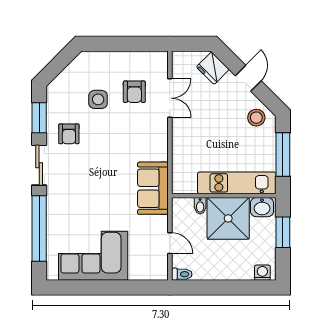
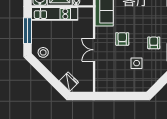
door: (248, 78) -> (48, 76), removed
armchair: (134, 92) -> (122, 39), moved
double door: (170, 98) -> (94, 50), moved

